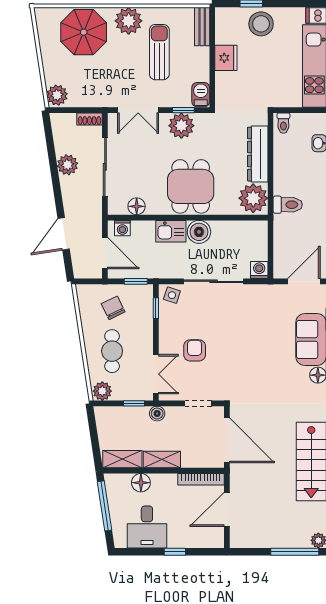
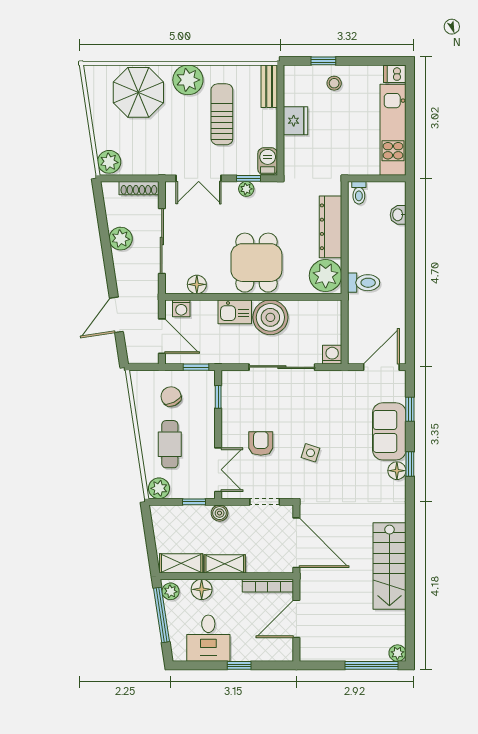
stool: (261, 24) -> (334, 83), width x0.53, depth x0.53
shoe rack: (89, 119) -> (139, 188), width x1.43
plant: (181, 126) -> (246, 189), width x0.53, depth x0.53
boiler: (199, 232) -> (270, 317), width x1.37, depth x1.37
side table: (172, 295) -> (311, 453), moved
plant: (113, 484) -> (171, 591), added

